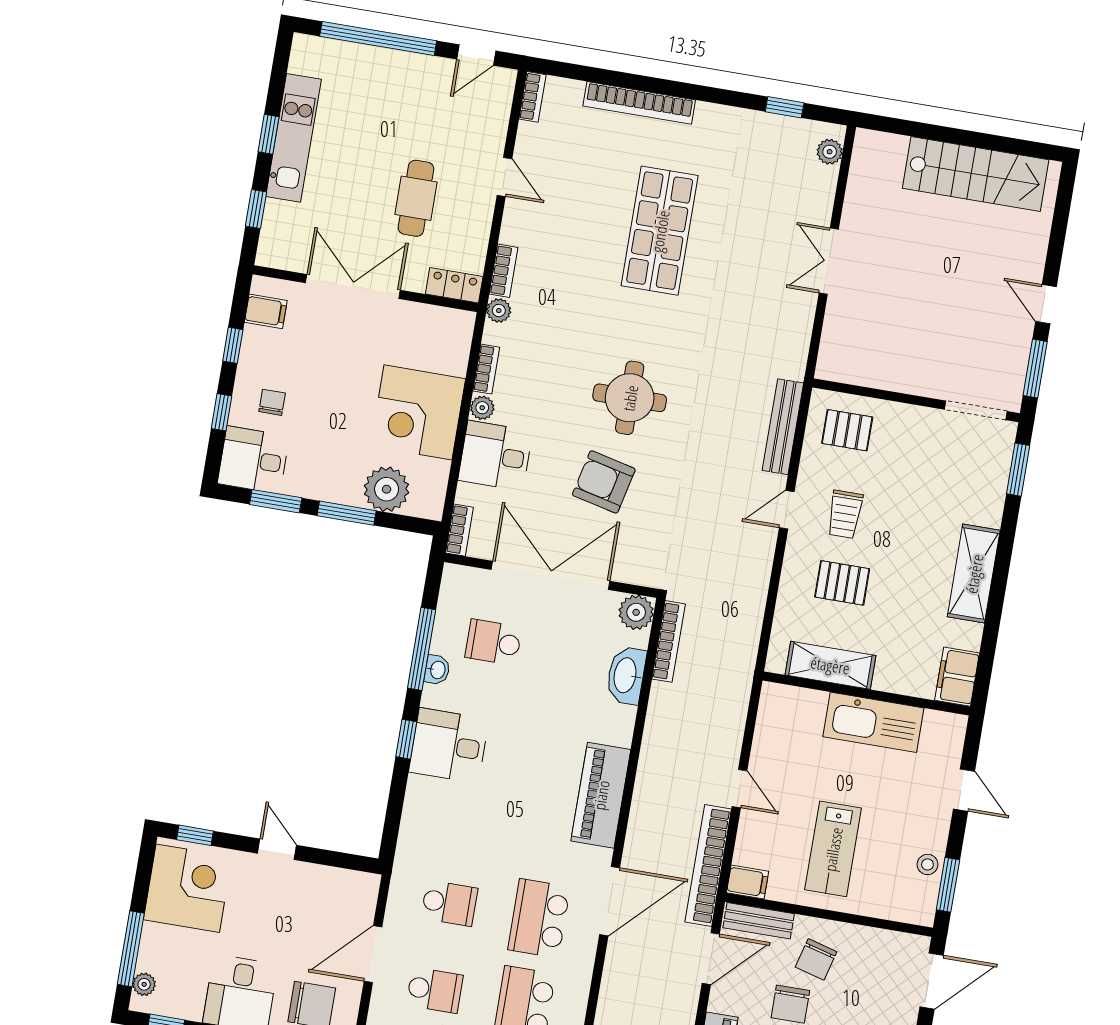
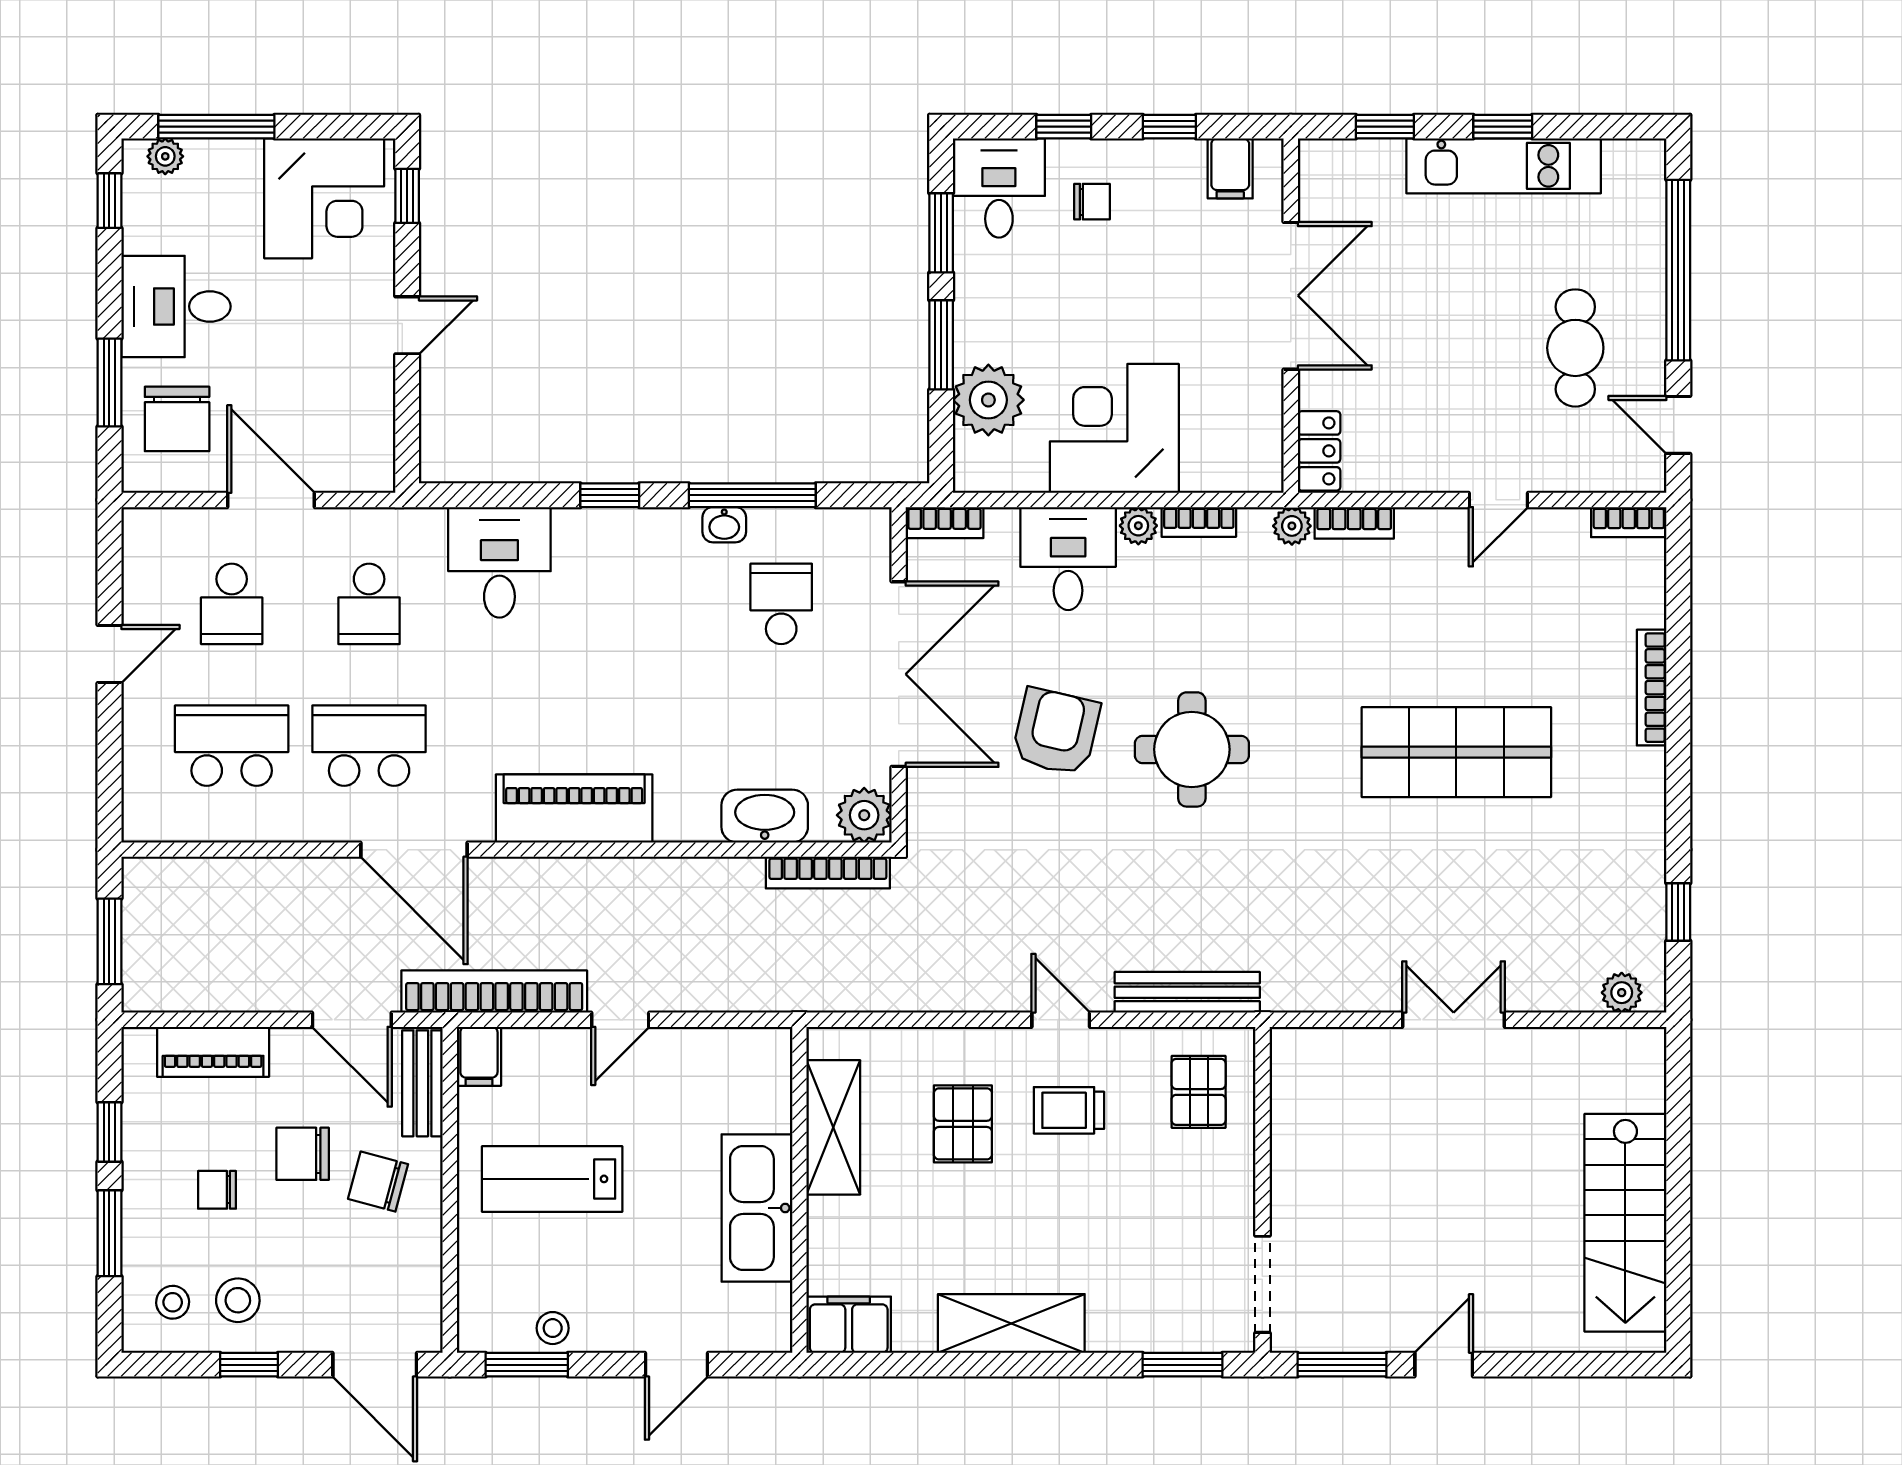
bookcase: (639, 103) -> (1652, 688), width x0.68, depth x0.76
cafe table: (416, 198) -> (1575, 348), moved, turned 90
desk: (449, 746) -> (499, 562), moved

